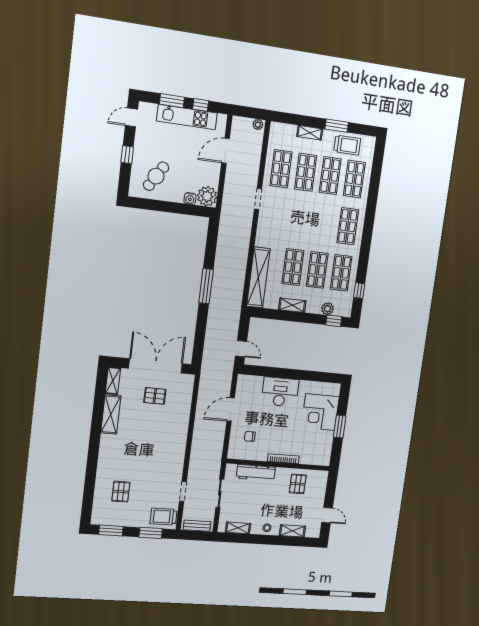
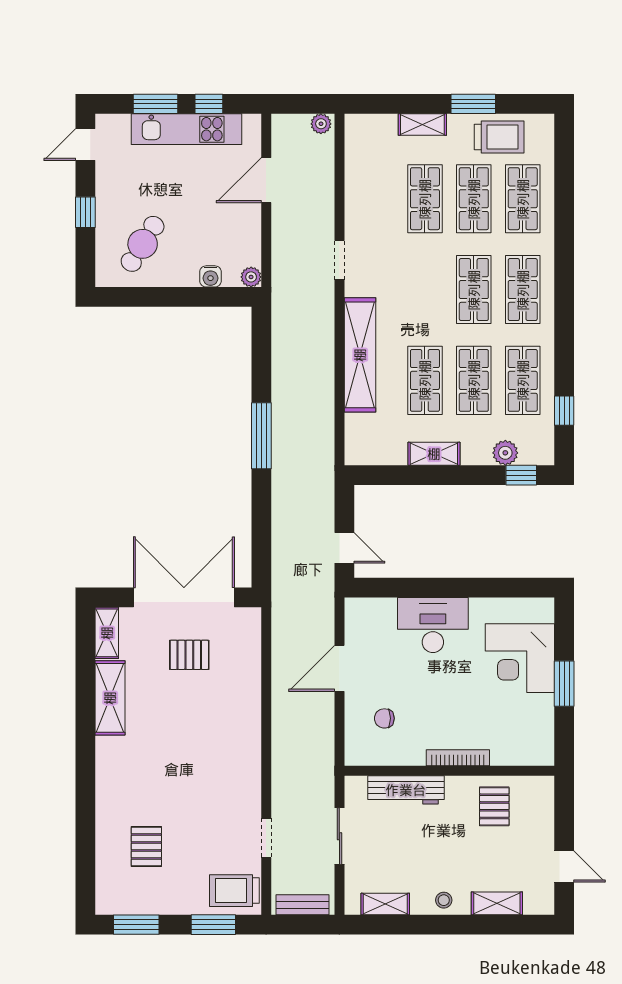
shop shelf: (281, 169) -> (474, 290), moved
plant: (207, 196) -> (251, 277), width x0.53, depth x0.53
shelving: (258, 278) -> (360, 355), moved

